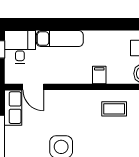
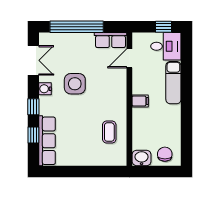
filing cabinet: (99, 75) -> (140, 101), moved

